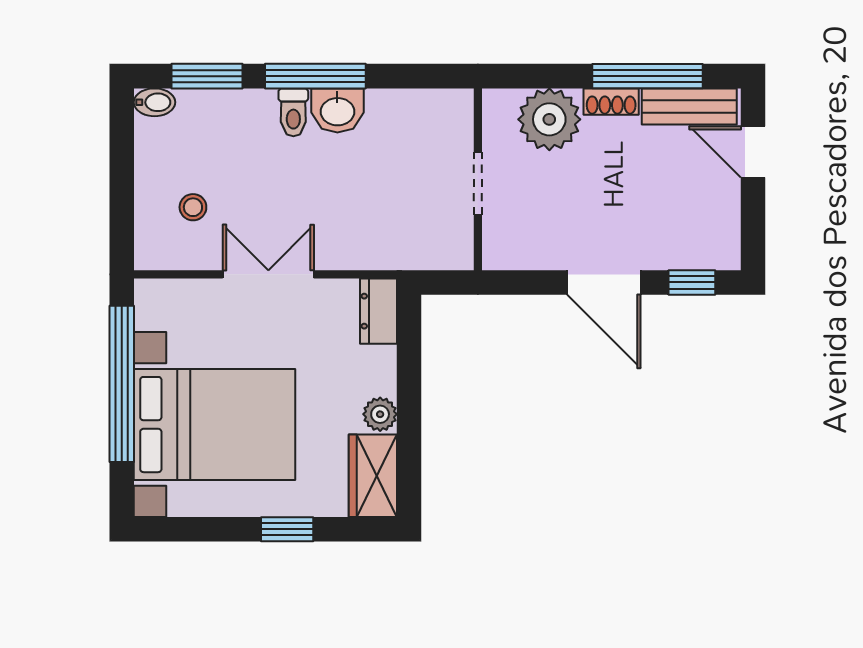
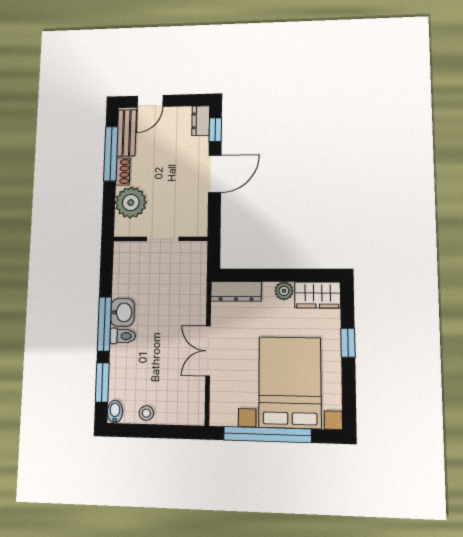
stool: (193, 207) -> (146, 413), moved
dresser: (711, 253) -> (201, 121), added
dresser: (379, 311) -> (236, 291), width x1.44

